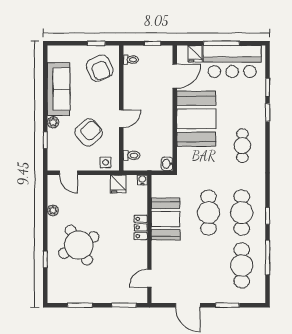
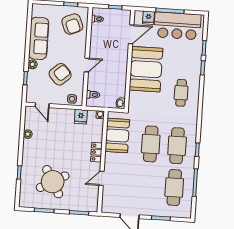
booth: (166, 219) -> (117, 135), moved
round table: (79, 245) -> (53, 182), moved
door: (149, 278) -> (101, 178), moved

